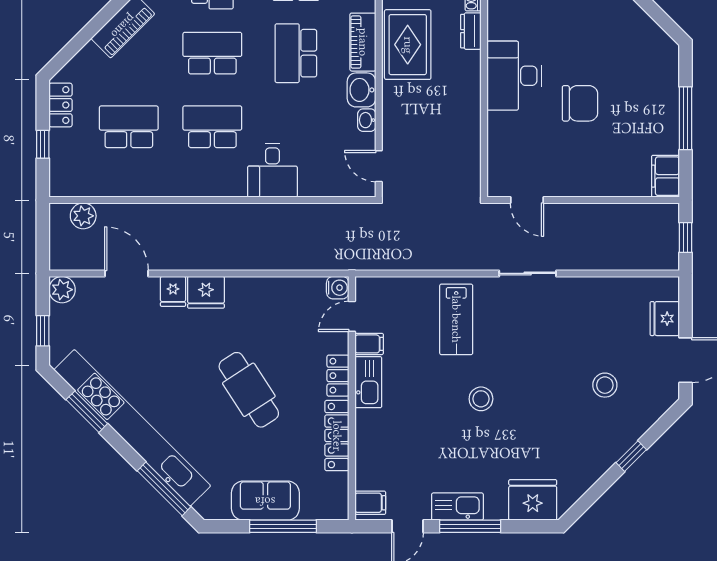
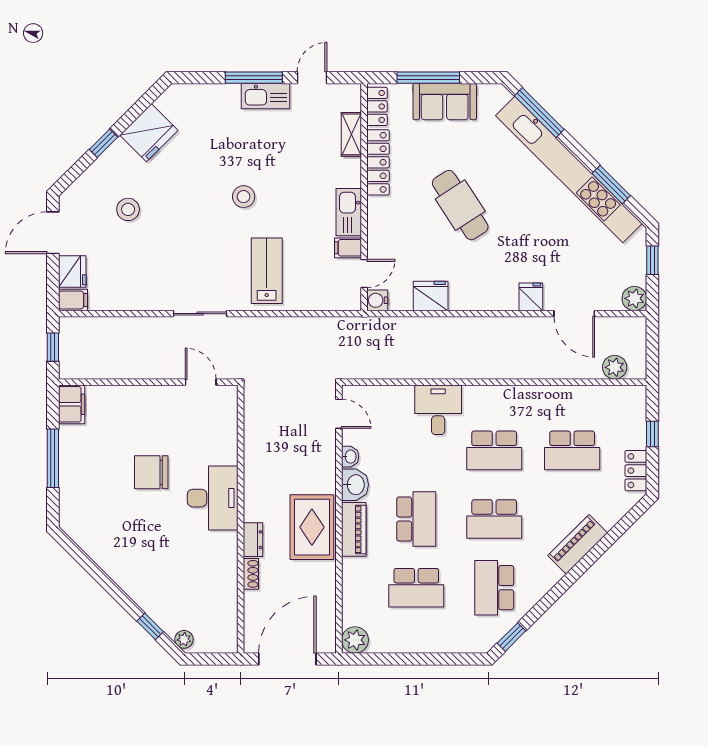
fridge: (206, 292) -> (431, 296), moved
locker: (338, 376) -> (377, 106), moved
shelving: (365, 466) -> (351, 134), added
fridge: (533, 500) -> (149, 133), moved, turned -45
filing cabinet: (370, 503) -> (73, 300), moved, turned 180

